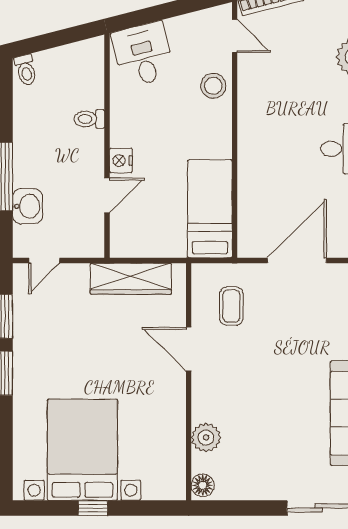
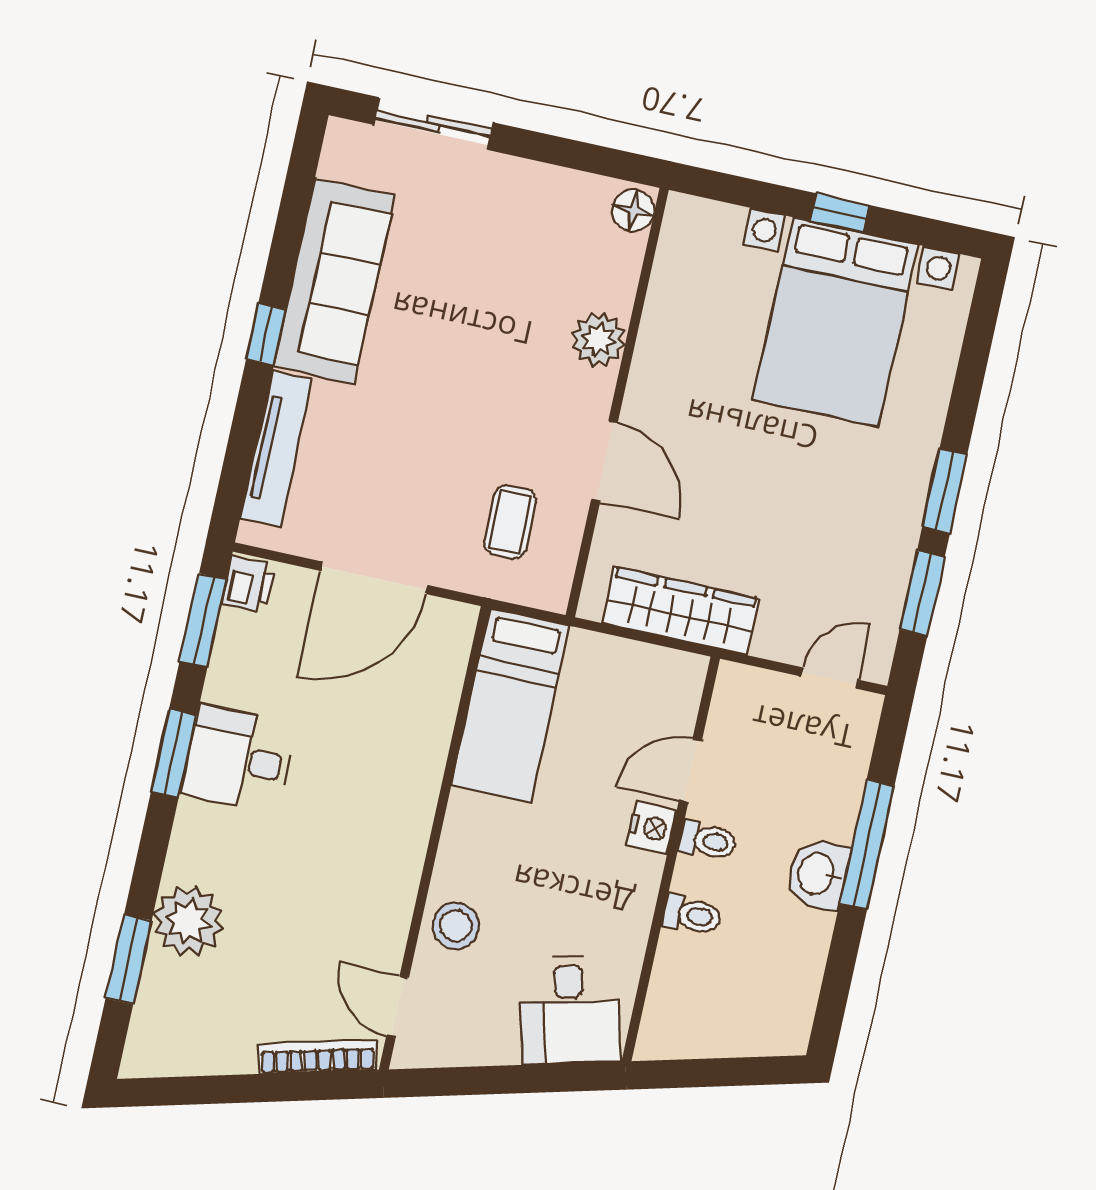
toilet: (26, 70) -> (708, 841), moved, turned 104
washbasin: (28, 206) -> (818, 874), moved
plant: (206, 438) -> (599, 339), moved

